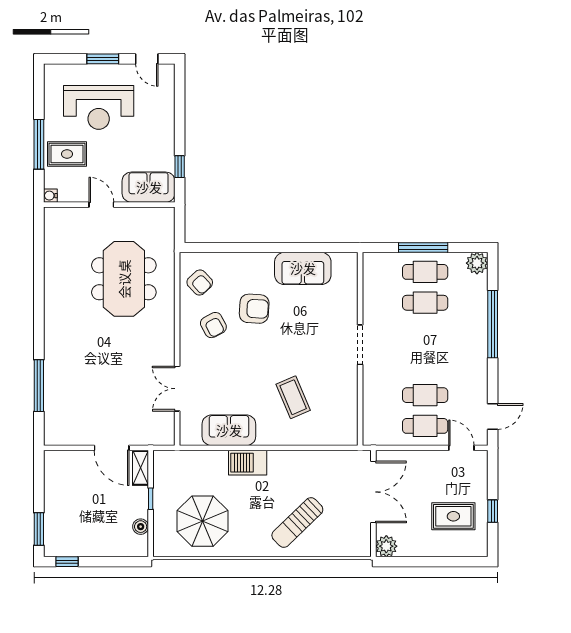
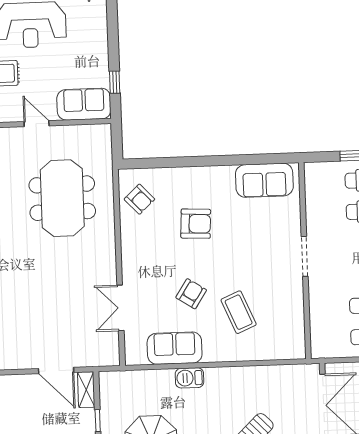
sofa: (303, 268) -> (264, 180), moved
armchair: (213, 325) -> (191, 294), moved, turned -119
barbecue: (248, 463) -> (189, 378), width x0.73, depth x0.79

